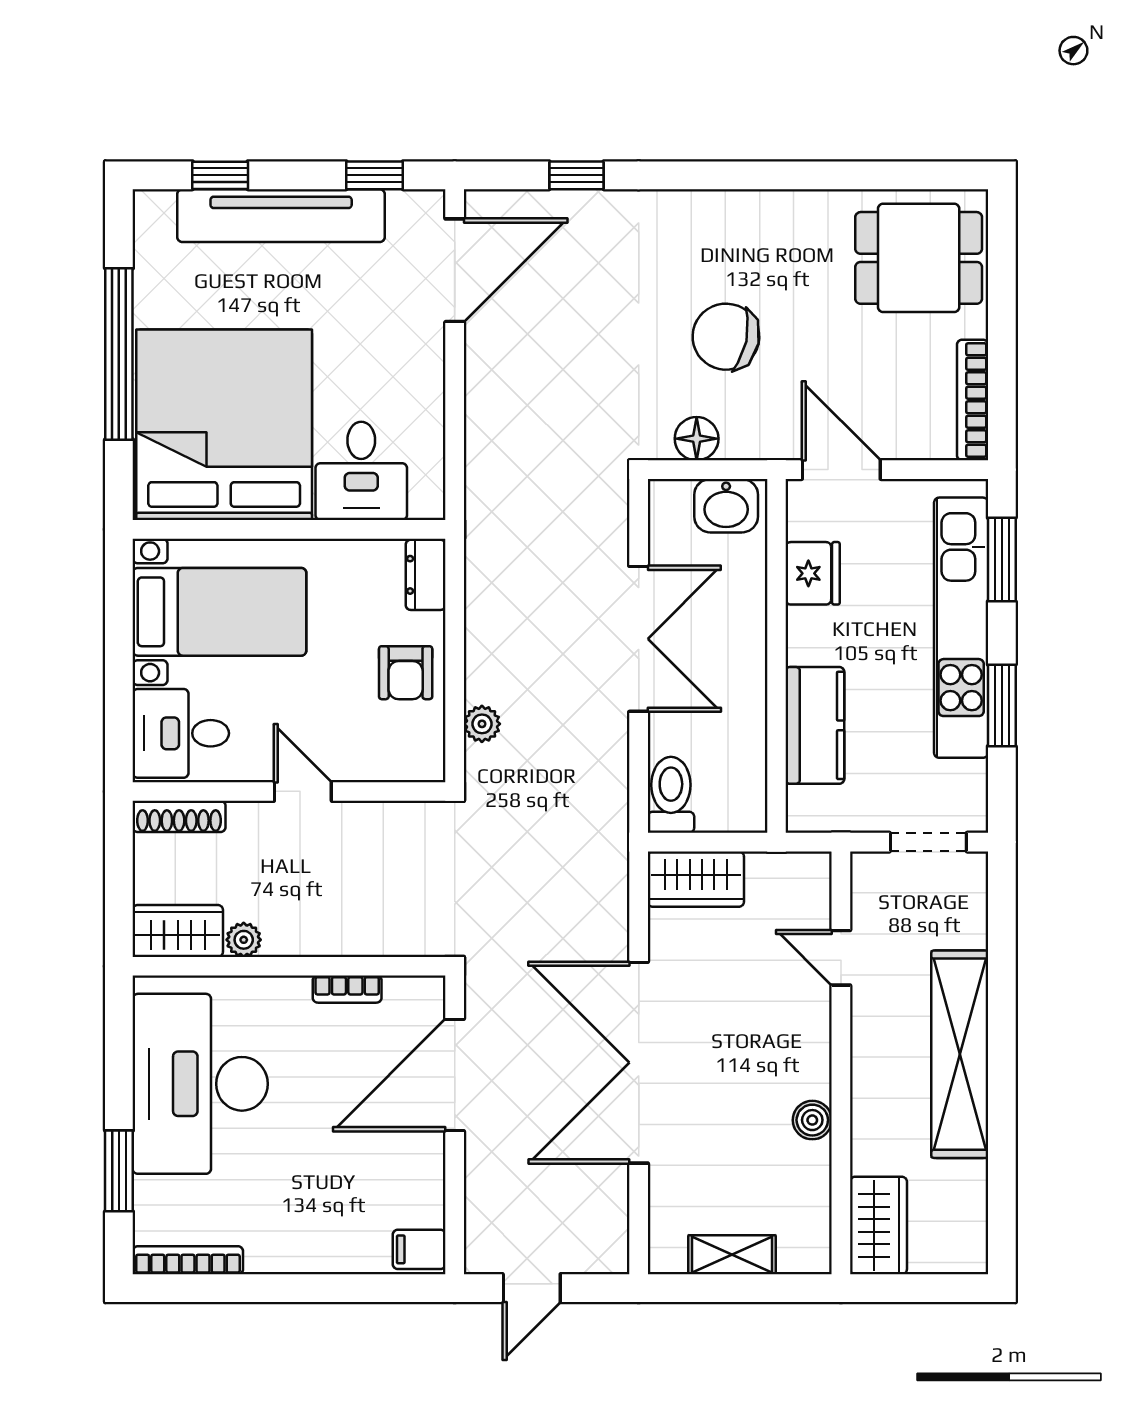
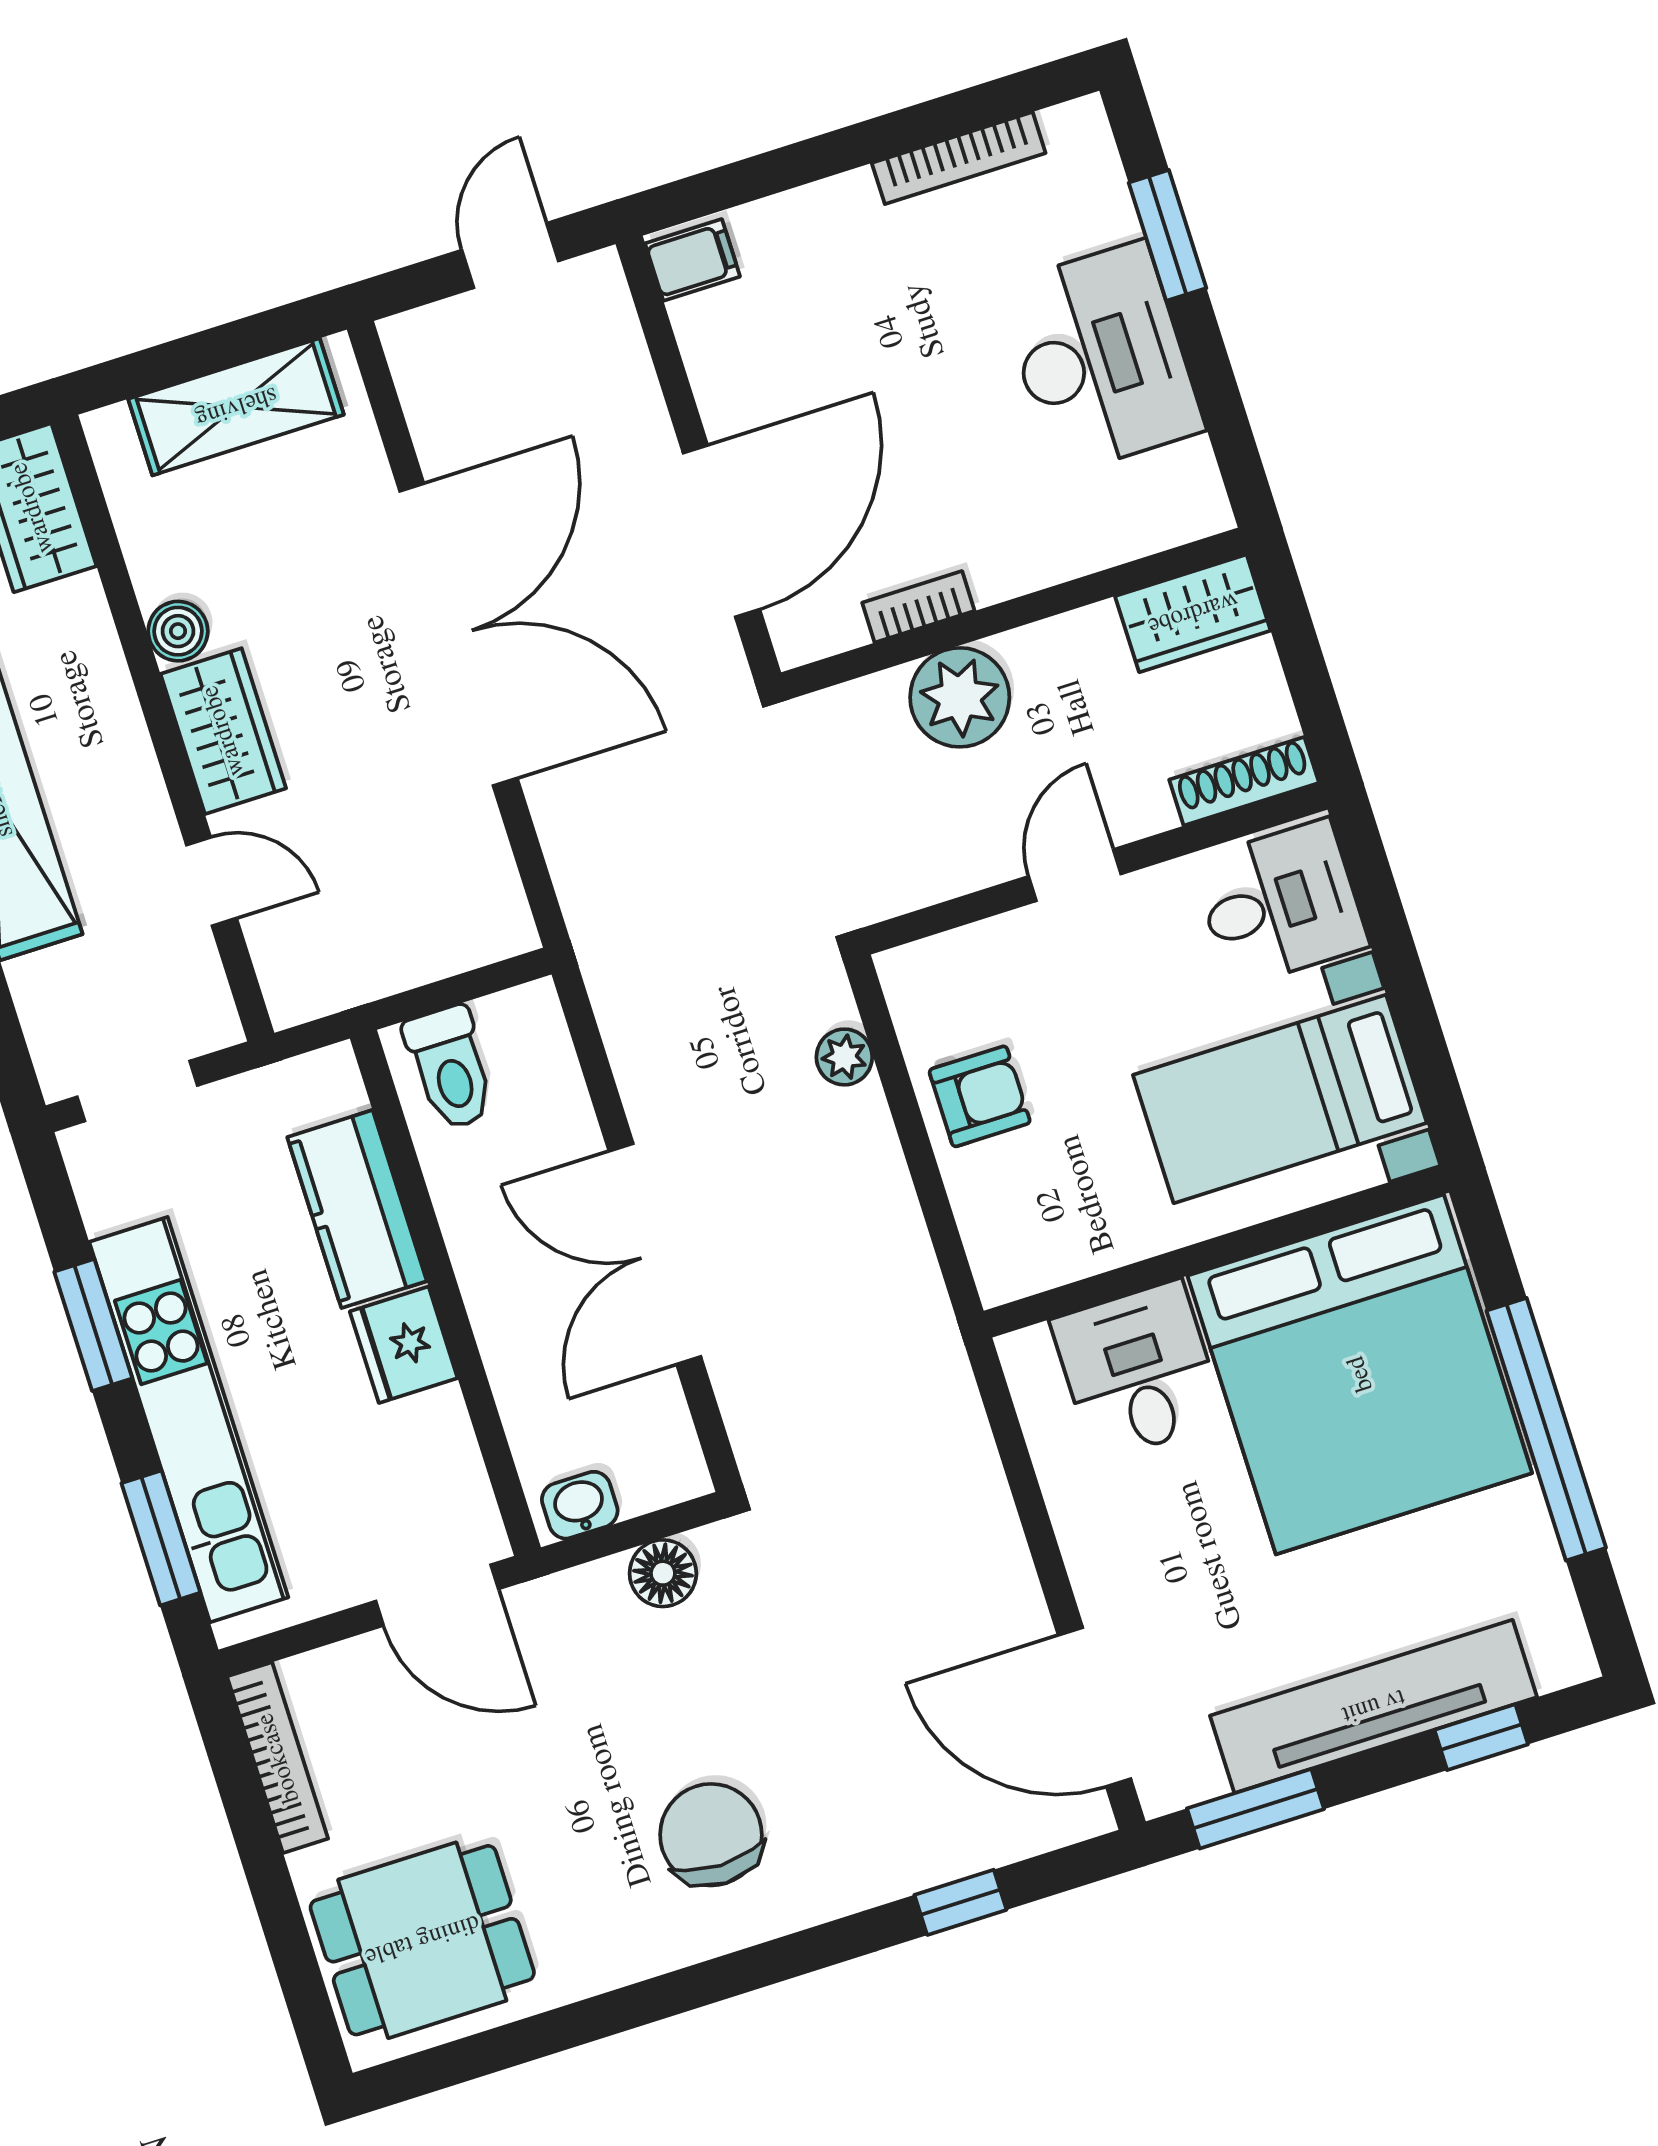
window: (375, 175) -> (1256, 1809), width x1.50
door: (455, 270) -> (1094, 1707), hinge flipped
chair: (726, 337) -> (711, 1835), moved, turned -102
washbasin: (726, 506) -> (580, 1505), width x0.72, depth x0.69
fridge: (813, 573) -> (404, 1345), moved
dresser: (426, 575) -> (996, 1249), removed
armchair: (406, 673) -> (980, 1096), turned 90
door: (303, 791) -> (1075, 875), swing flipped
toilet: (671, 795) -> (450, 1068), moved
wardrobe: (696, 879) -> (223, 731), moved, turned 90
plant: (244, 940) -> (960, 697), moved, width x1.88, depth x1.88
desk: (200, 1084) -> (1101, 358), width x0.73, depth x0.77
shelving: (732, 1255) -> (236, 407), width x1.50, depth x1.33
bookcase: (188, 1260) -> (959, 158), moved

